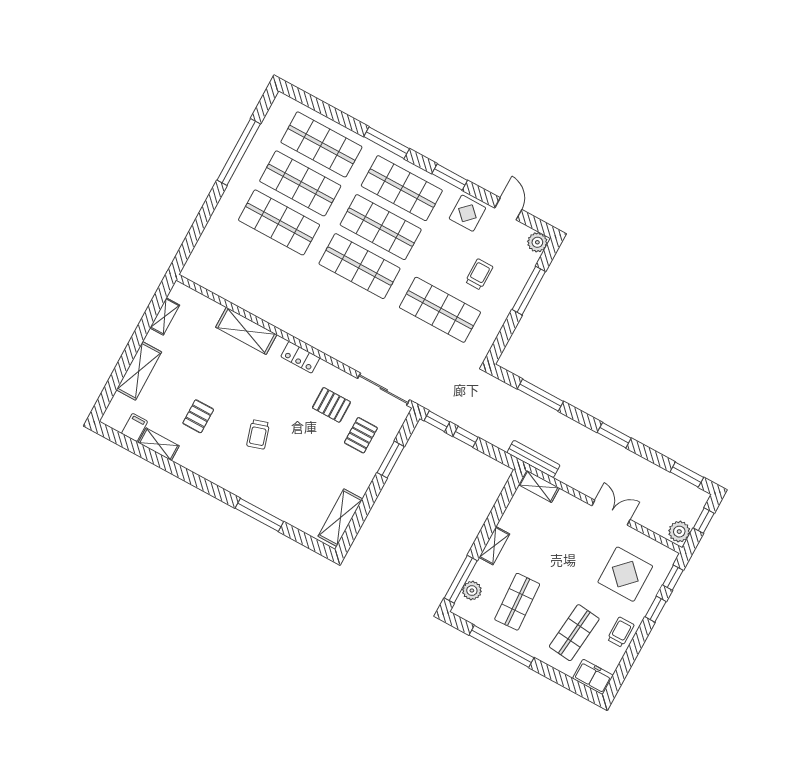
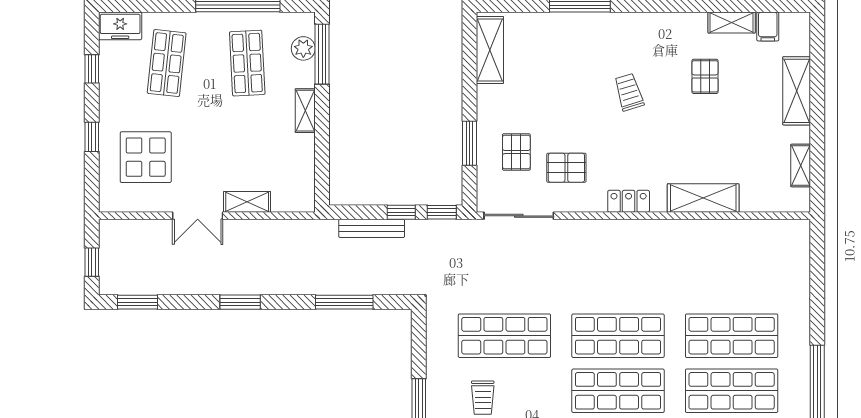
bench: (534, 459) -> (372, 228), moved
shelving: (539, 486) -> (247, 202), moved
plant: (679, 532) -> (112, 236), removed
window: (673, 578) -> (92, 69), moved
trolley: (621, 632) -> (116, 91), removed

